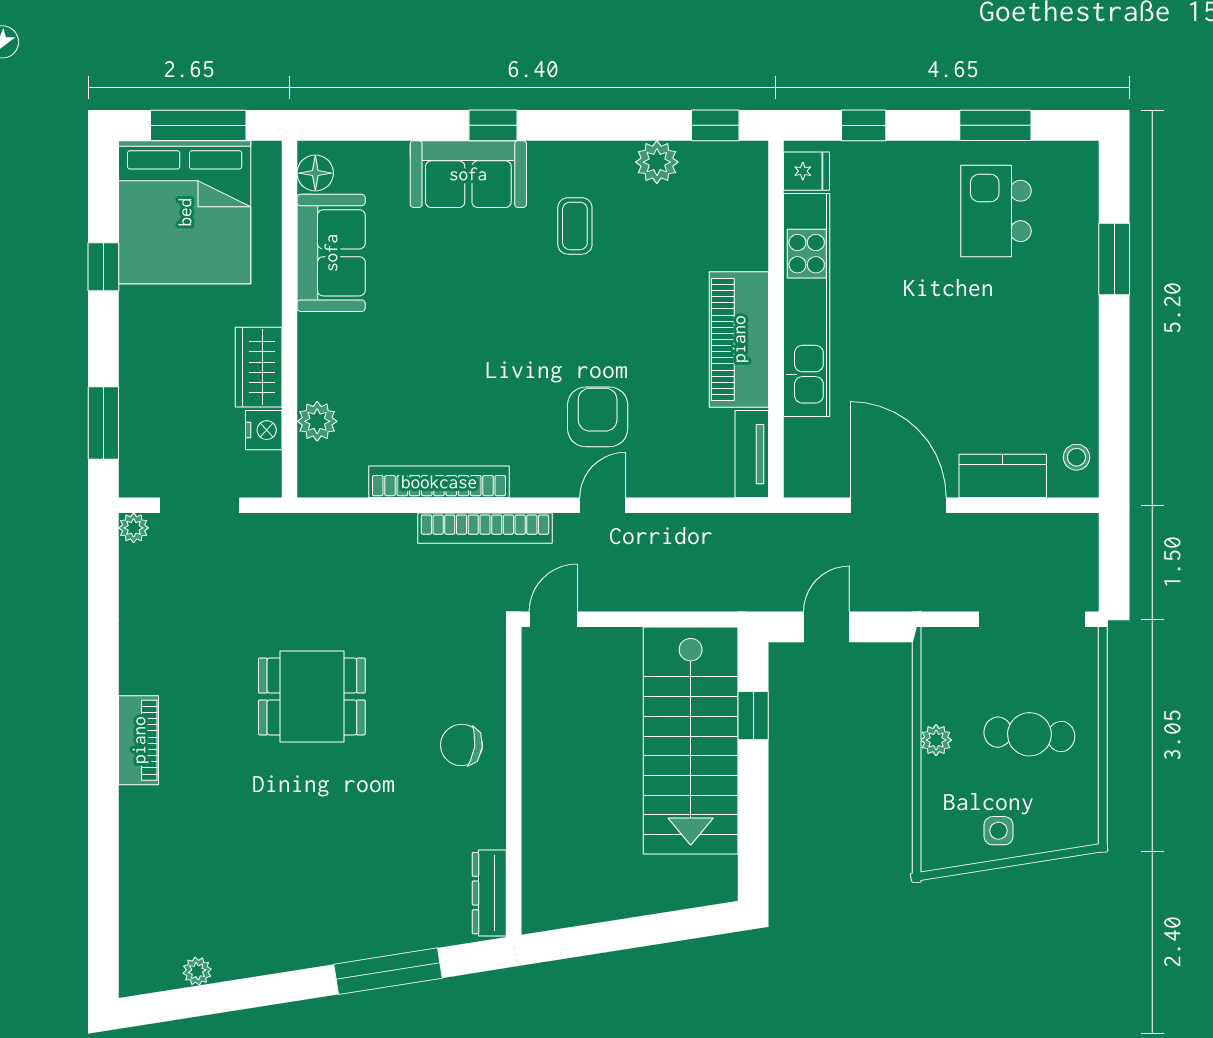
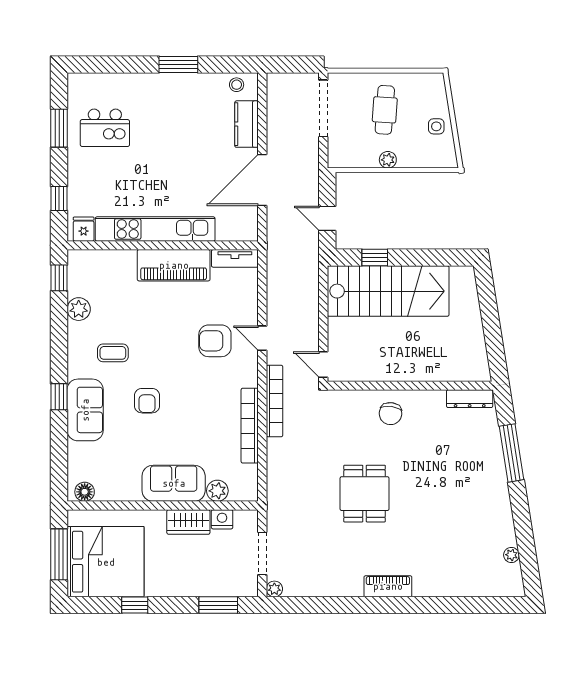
sofa: (331, 253) -> (174, 483), moved
window: (1114, 259) -> (178, 65), moved
armchair: (486, 290) -> (147, 401), added

